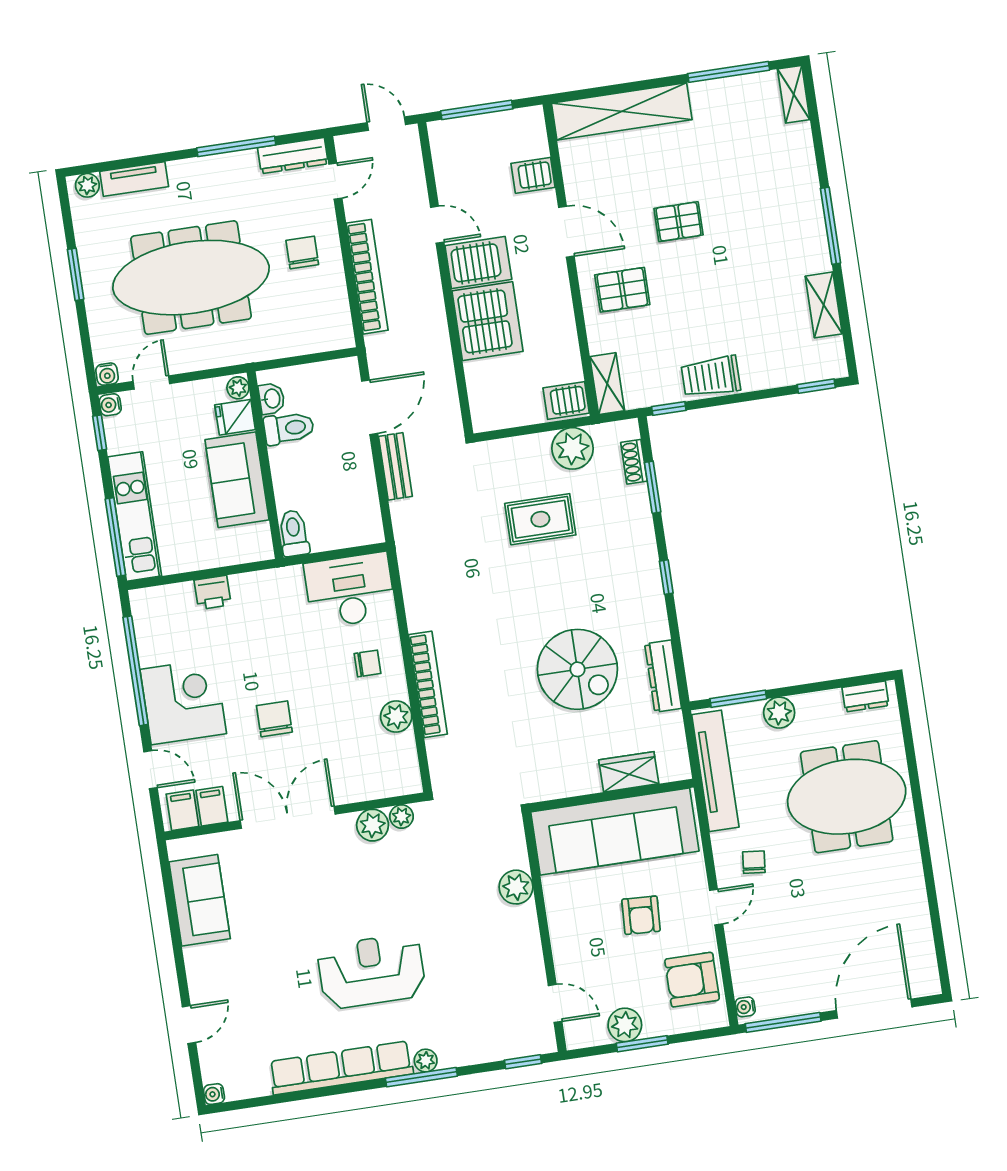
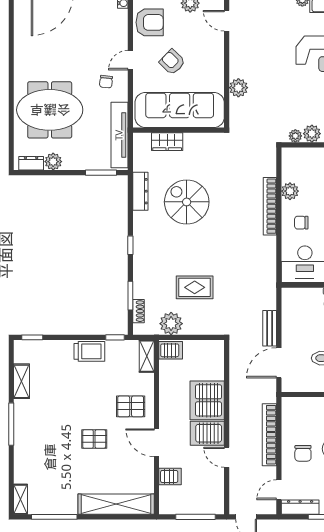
plant: (779, 713) -> (53, 162), moved
armchair: (641, 915) -> (172, 62), turned -49

